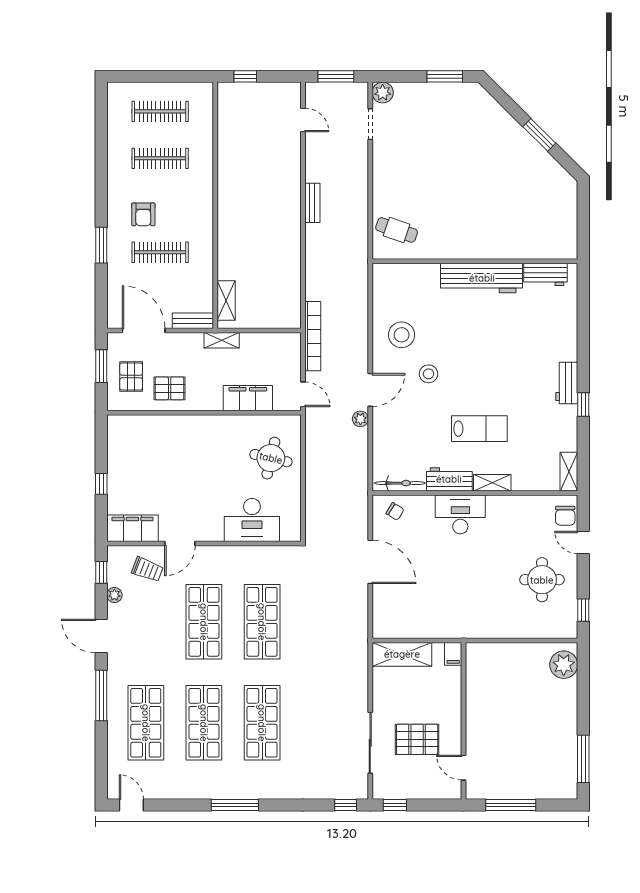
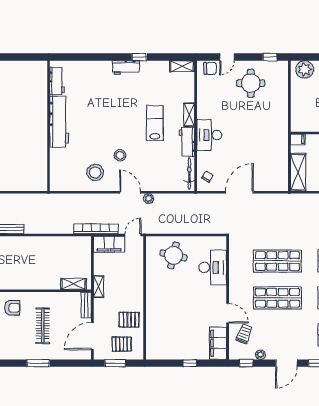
armchair: (143, 214) -> (12, 308), moved
cafe table: (397, 230) -> (29, 176), removed
pallet: (170, 388) -> (129, 320), turned 90
filing cabinet: (248, 398) -> (109, 244), moved, turned -90

